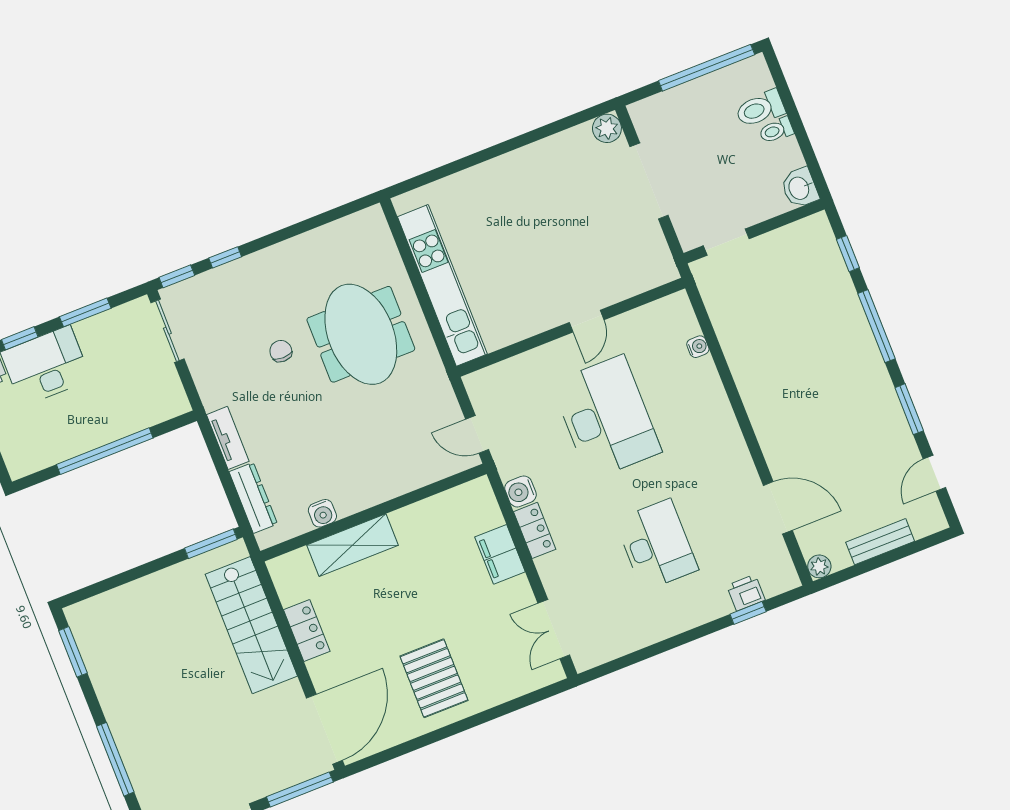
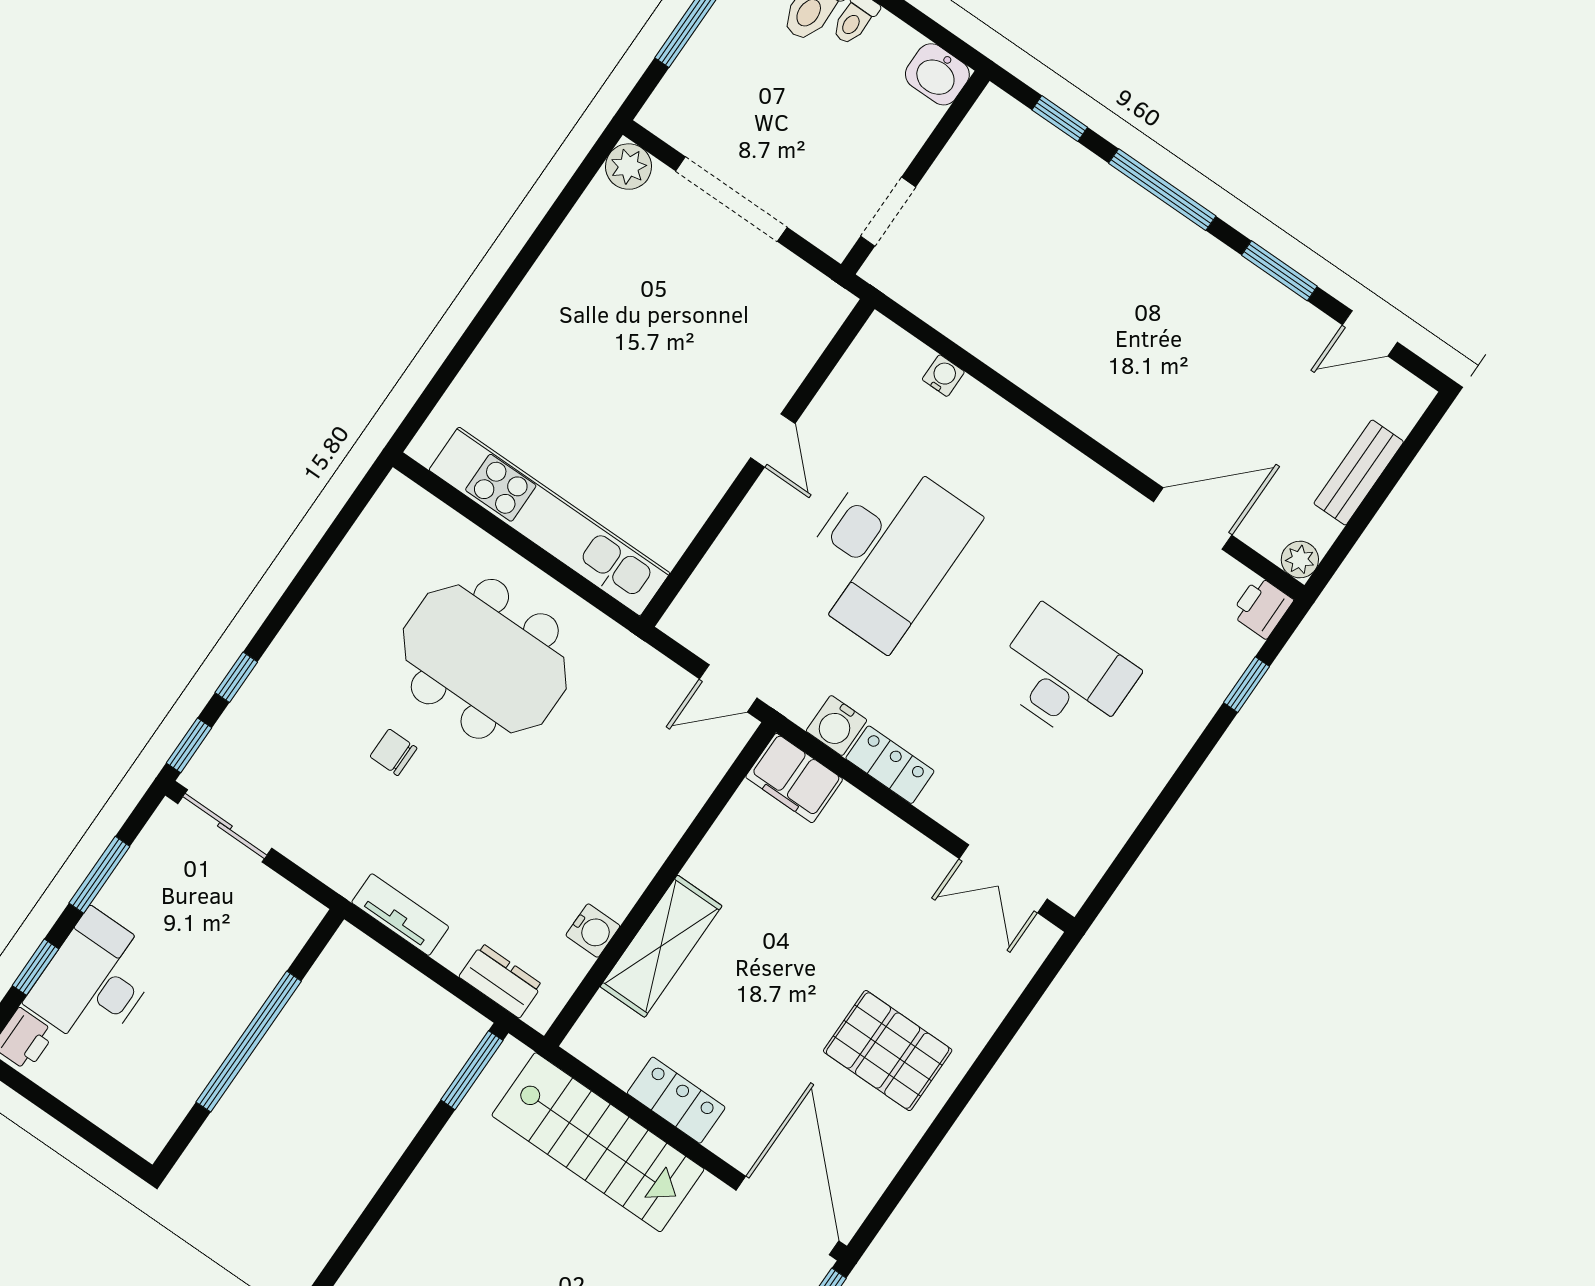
desk: (606, 417) -> (885, 551), turned 90
door: (934, 473) -> (1370, 333), hinge flipped
dresser: (253, 498) -> (501, 981), width x0.70
filing cabinet: (500, 554) -> (794, 778), moved
printer: (746, 593) -> (1262, 607), moved

